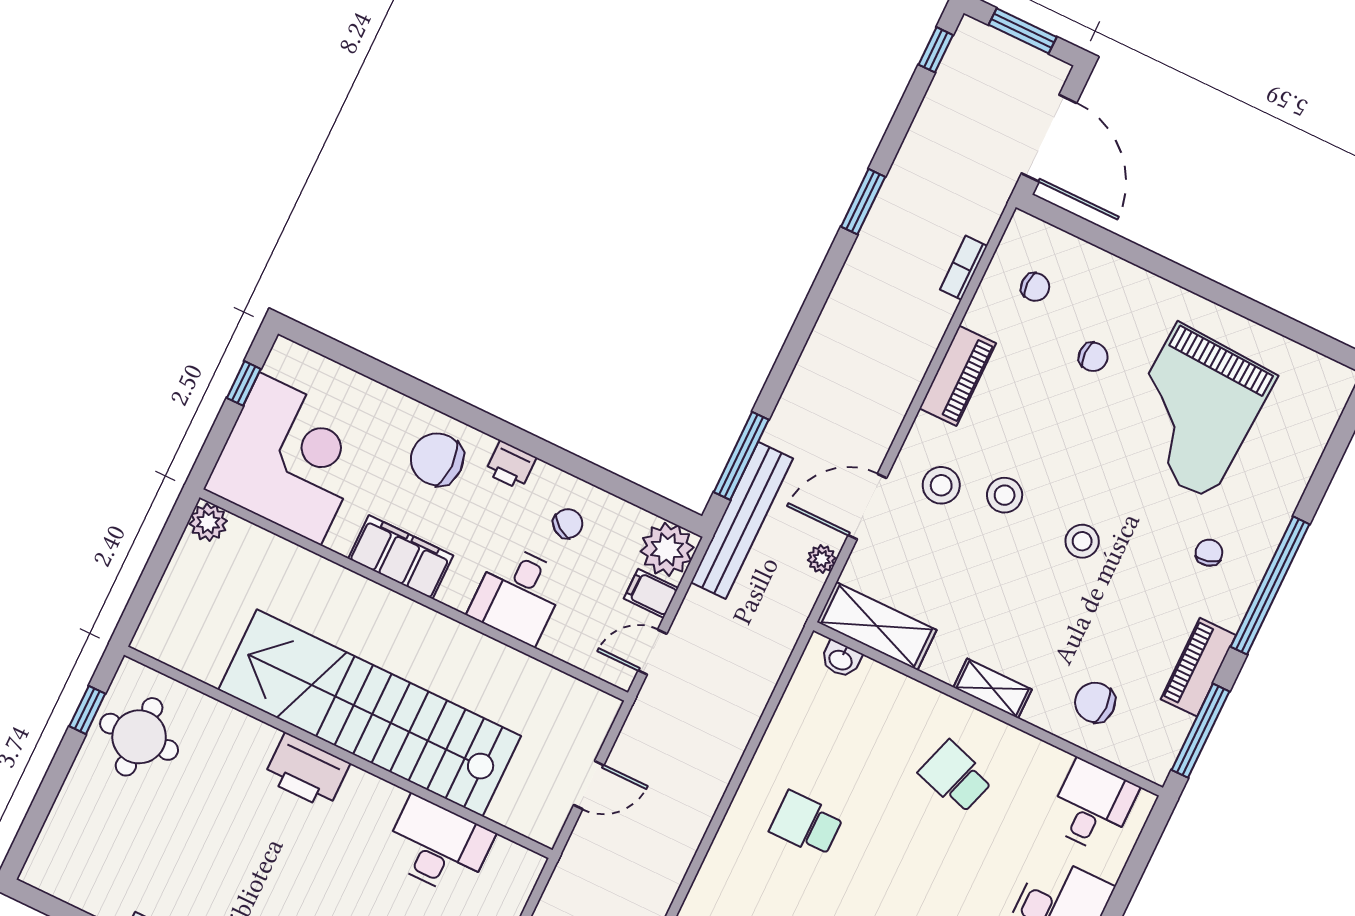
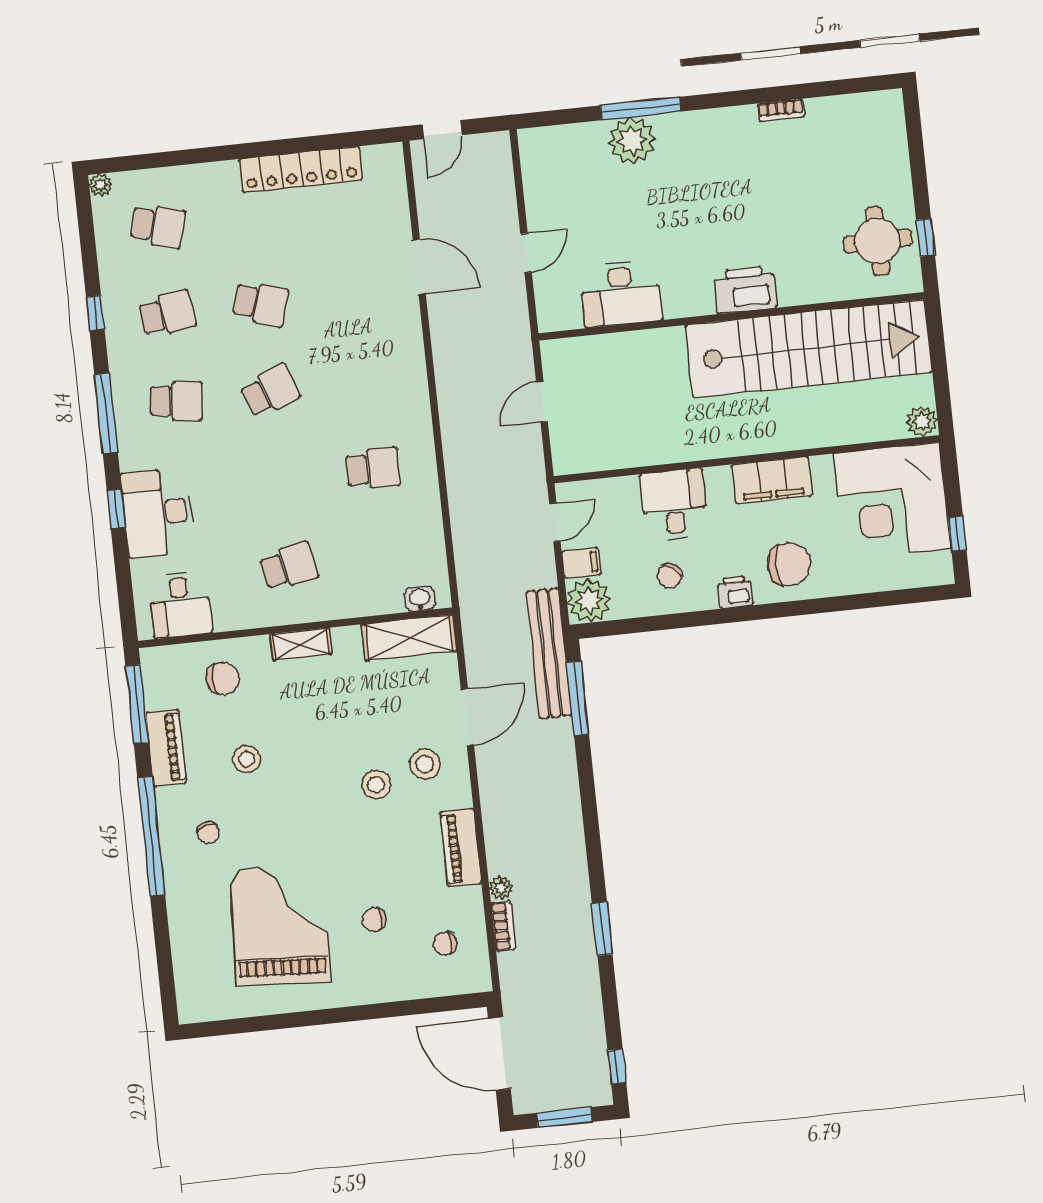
stool: (1082, 541) -> (247, 759), moved
plant: (822, 559) -> (501, 887), moved
stairs: (370, 713) -> (809, 349), moved
school desk: (956, 777) -> (289, 566), turned -30

